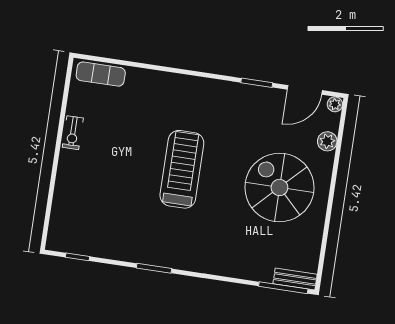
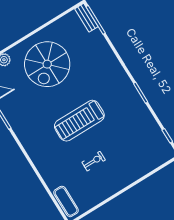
exercise bike: (73, 133) -> (94, 161), moved

